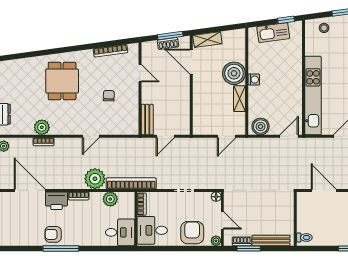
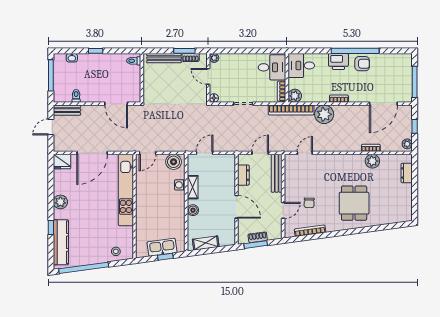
window: (286, 20) -> (165, 257), moved
shelving: (207, 40) -> (206, 243), moved
door: (191, 62) -> (237, 207), moved
door: (140, 73) -> (283, 210), swing flipped
boiler: (234, 73) -> (193, 210), width x0.54, depth x0.54
washing machine: (254, 80) -> (180, 185), moved
chair: (109, 96) -> (309, 203), moved
dresser: (184, 112) -> (243, 175), added
bench: (147, 120) -> (277, 173), width x1.36
door: (91, 136) -> (305, 153), moved
door: (30, 190) -> (383, 104), hinge flipped
plant: (110, 199) -> (295, 96), moved
printer: (56, 201) -> (338, 61), moved, turned 180
armchair: (192, 233) -> (236, 65), removed
window: (61, 249) -> (355, 51), width x1.46

